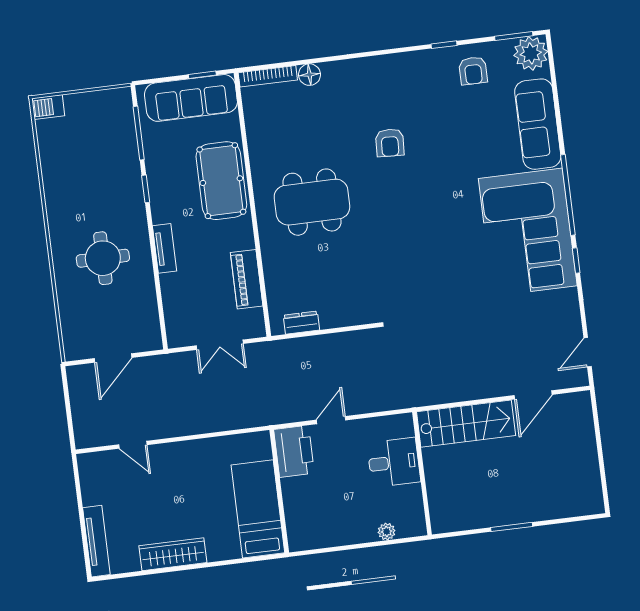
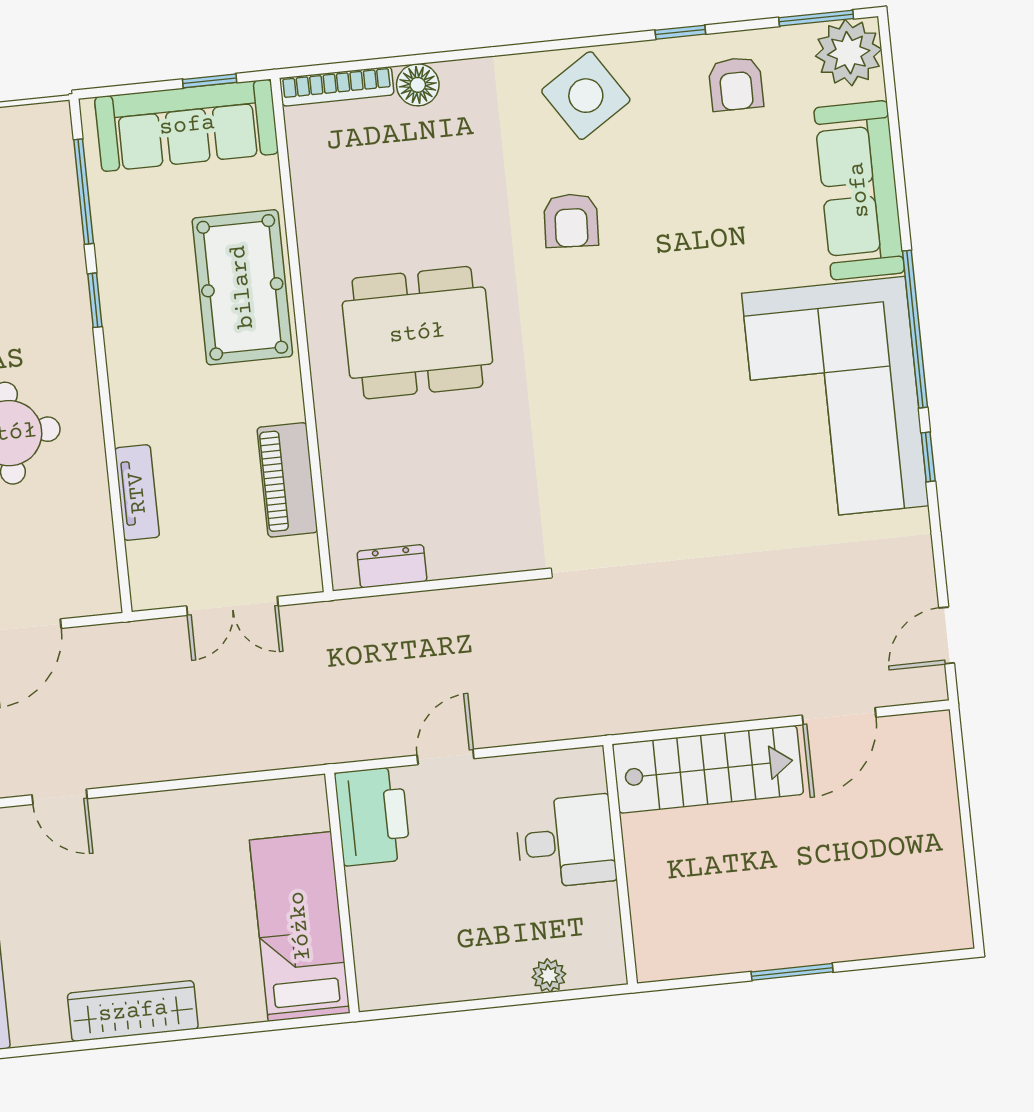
side table: (396, 78) -> (586, 96), added
tv unit: (165, 248) -> (137, 493), moved

